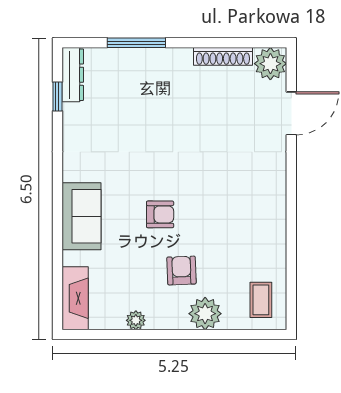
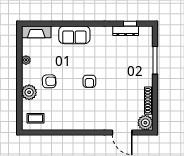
dresser: (73, 75) -> (126, 31), moved
armchair: (160, 214) -> (89, 81), moved

